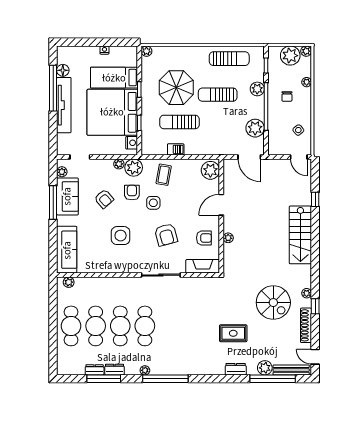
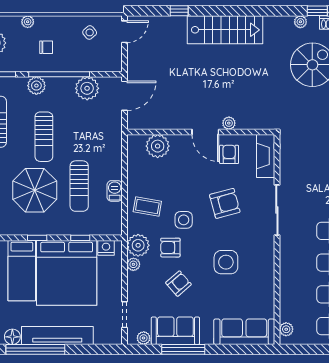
plant: (210, 170) -> (158, 146), moved
door: (221, 205) -> (205, 132), moved

